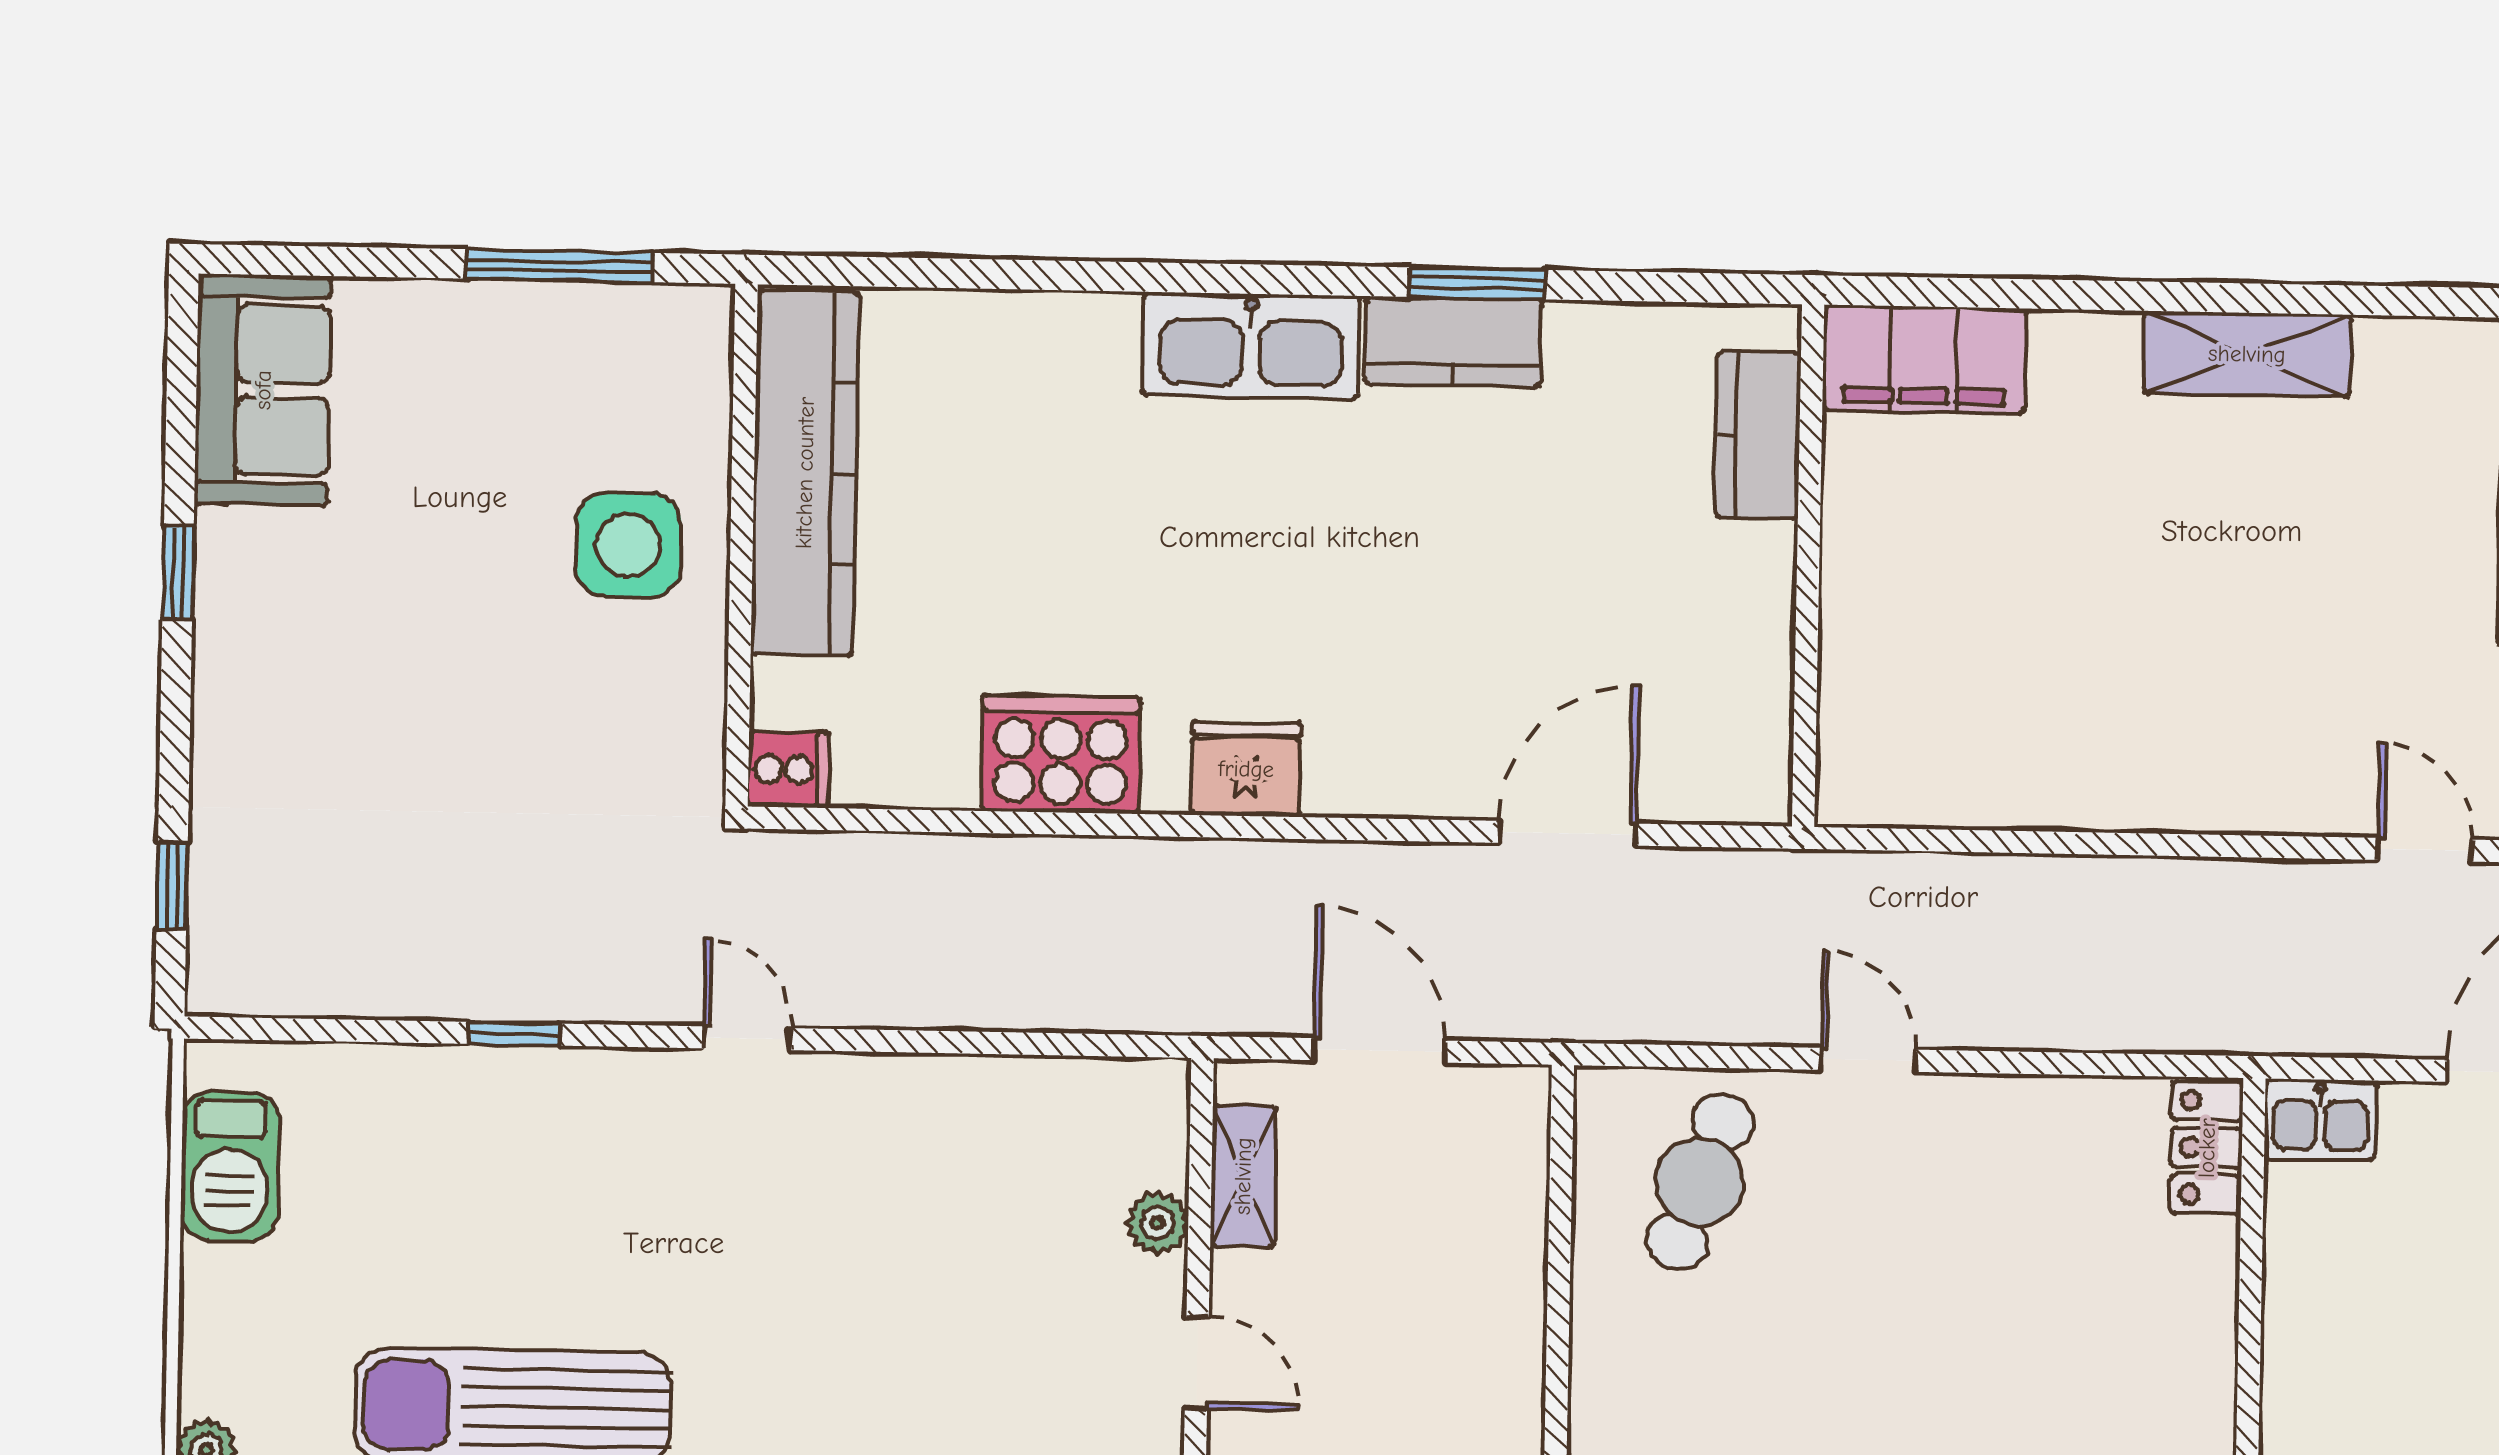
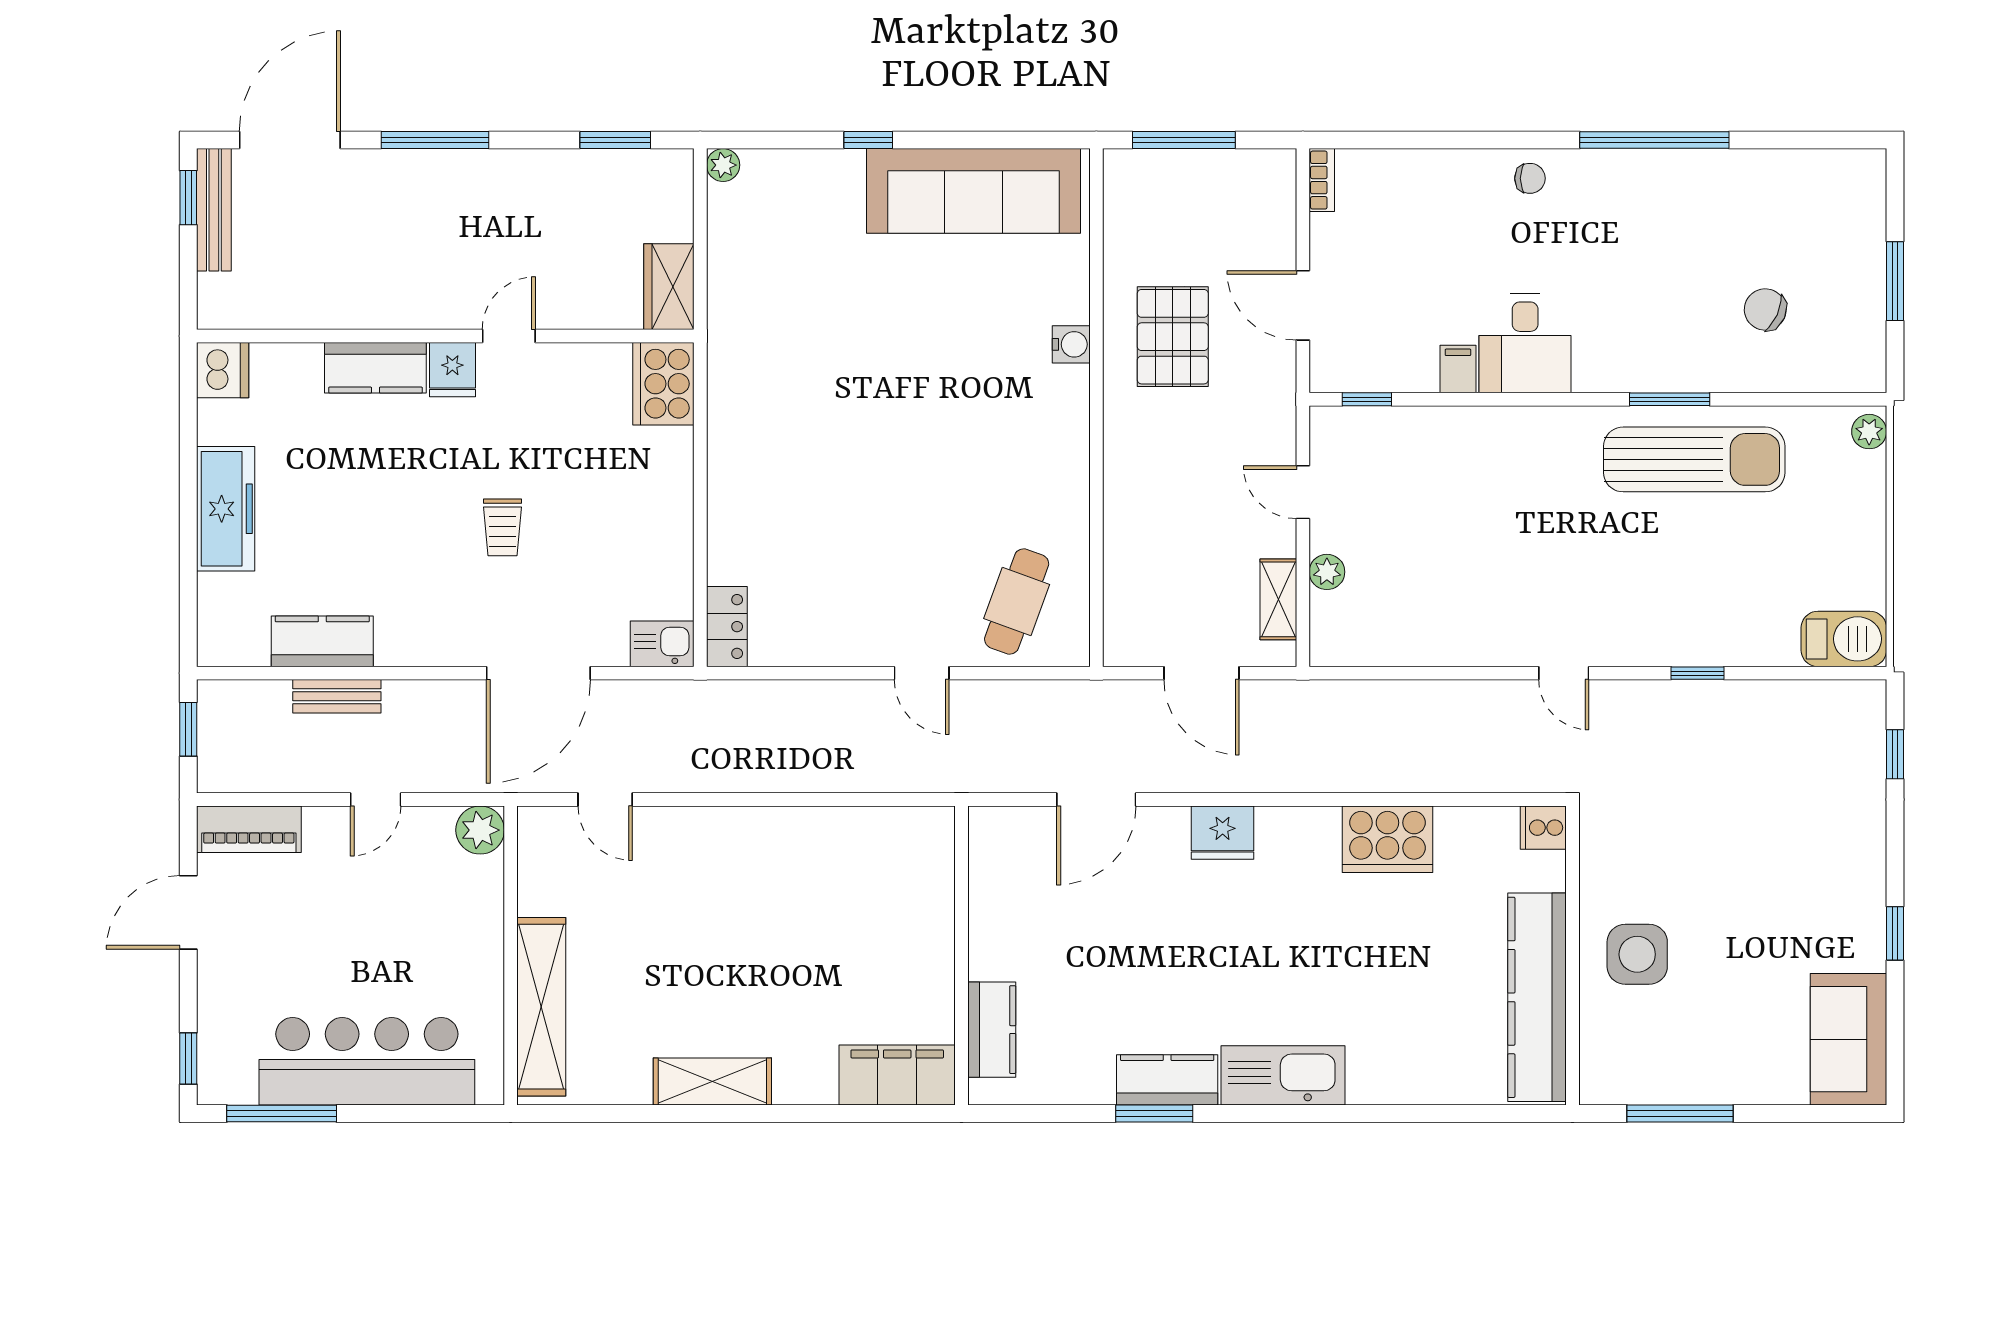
fridge: (1246, 769) -> (1223, 833), moved
barbecue: (230, 1166) -> (1844, 639), moved, turned 90

